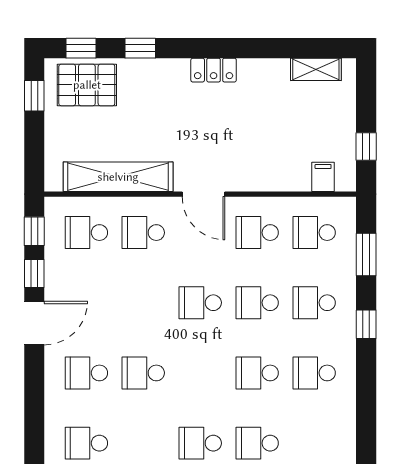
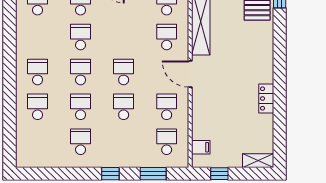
window: (140, 48) -> (280, 35), removed
shelving: (316, 69) -> (258, 161), moved, turned 90
locker: (214, 70) -> (266, 99), moved
door: (204, 194) -> (190, 74), hinge flipped
school desk: (314, 303) -> (81, 72), moved

